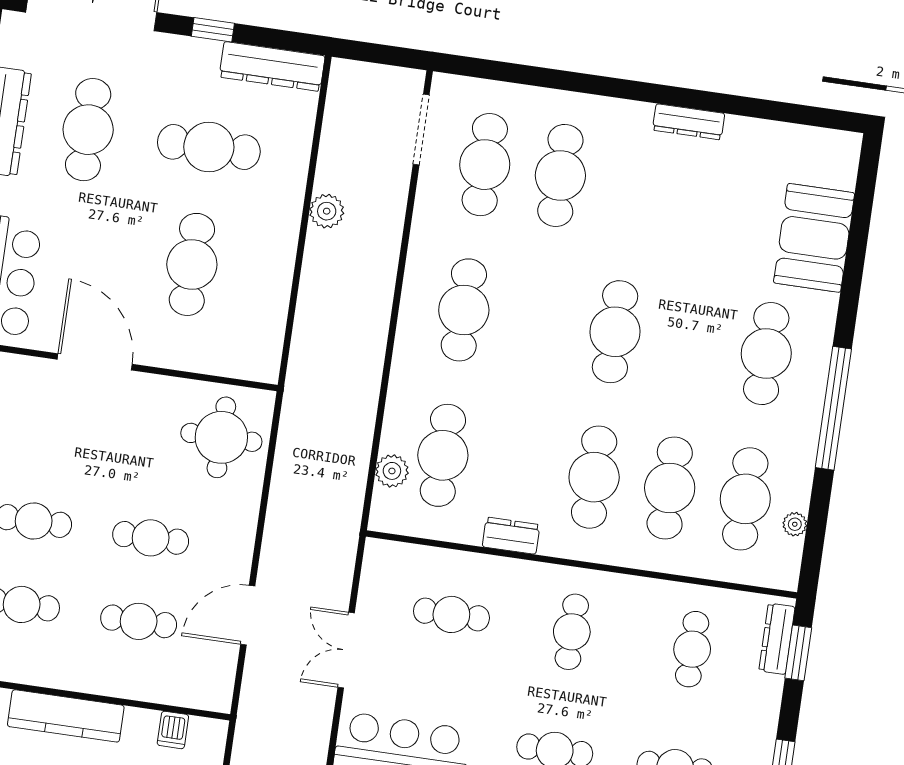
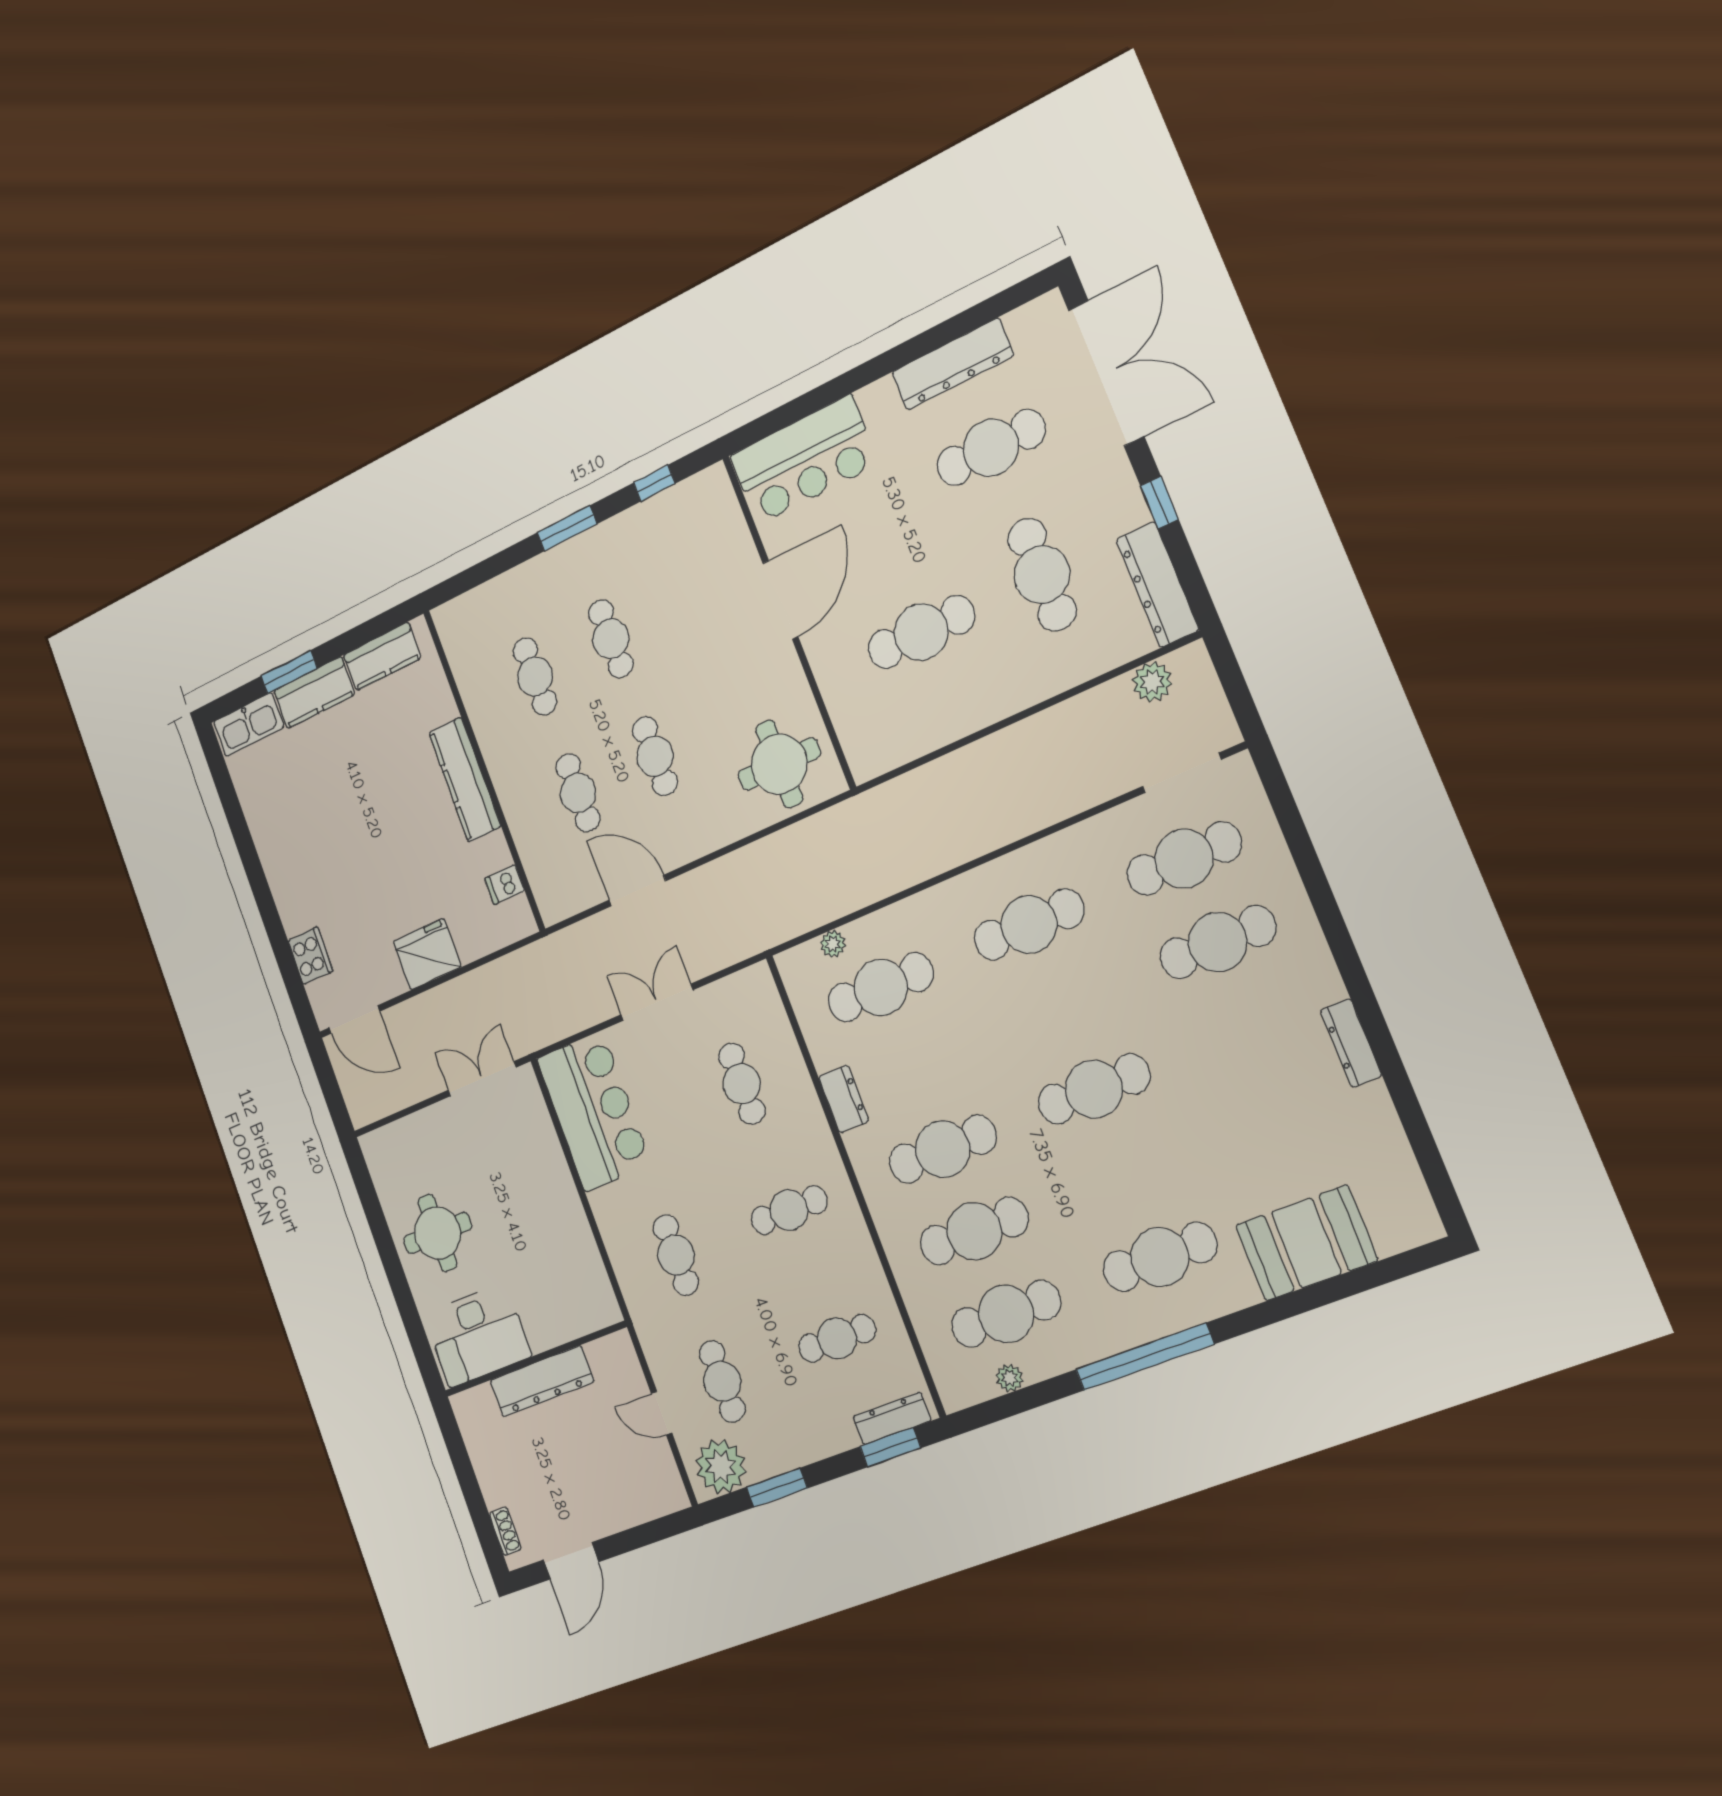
plant: (327, 211) -> (1152, 682), moved
plant: (392, 471) -> (833, 944), width x0.73, depth x0.73

